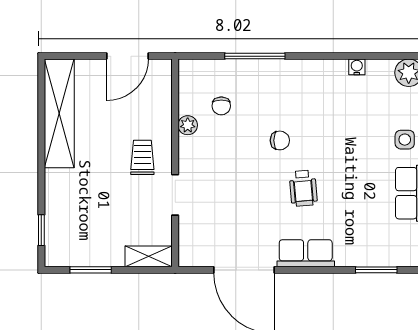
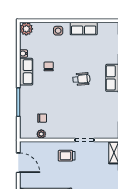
row of seats: (319, 72) -> (26, 72), added
plant: (188, 125) -> (41, 134), moved
chair: (280, 140) -> (49, 66), moved

